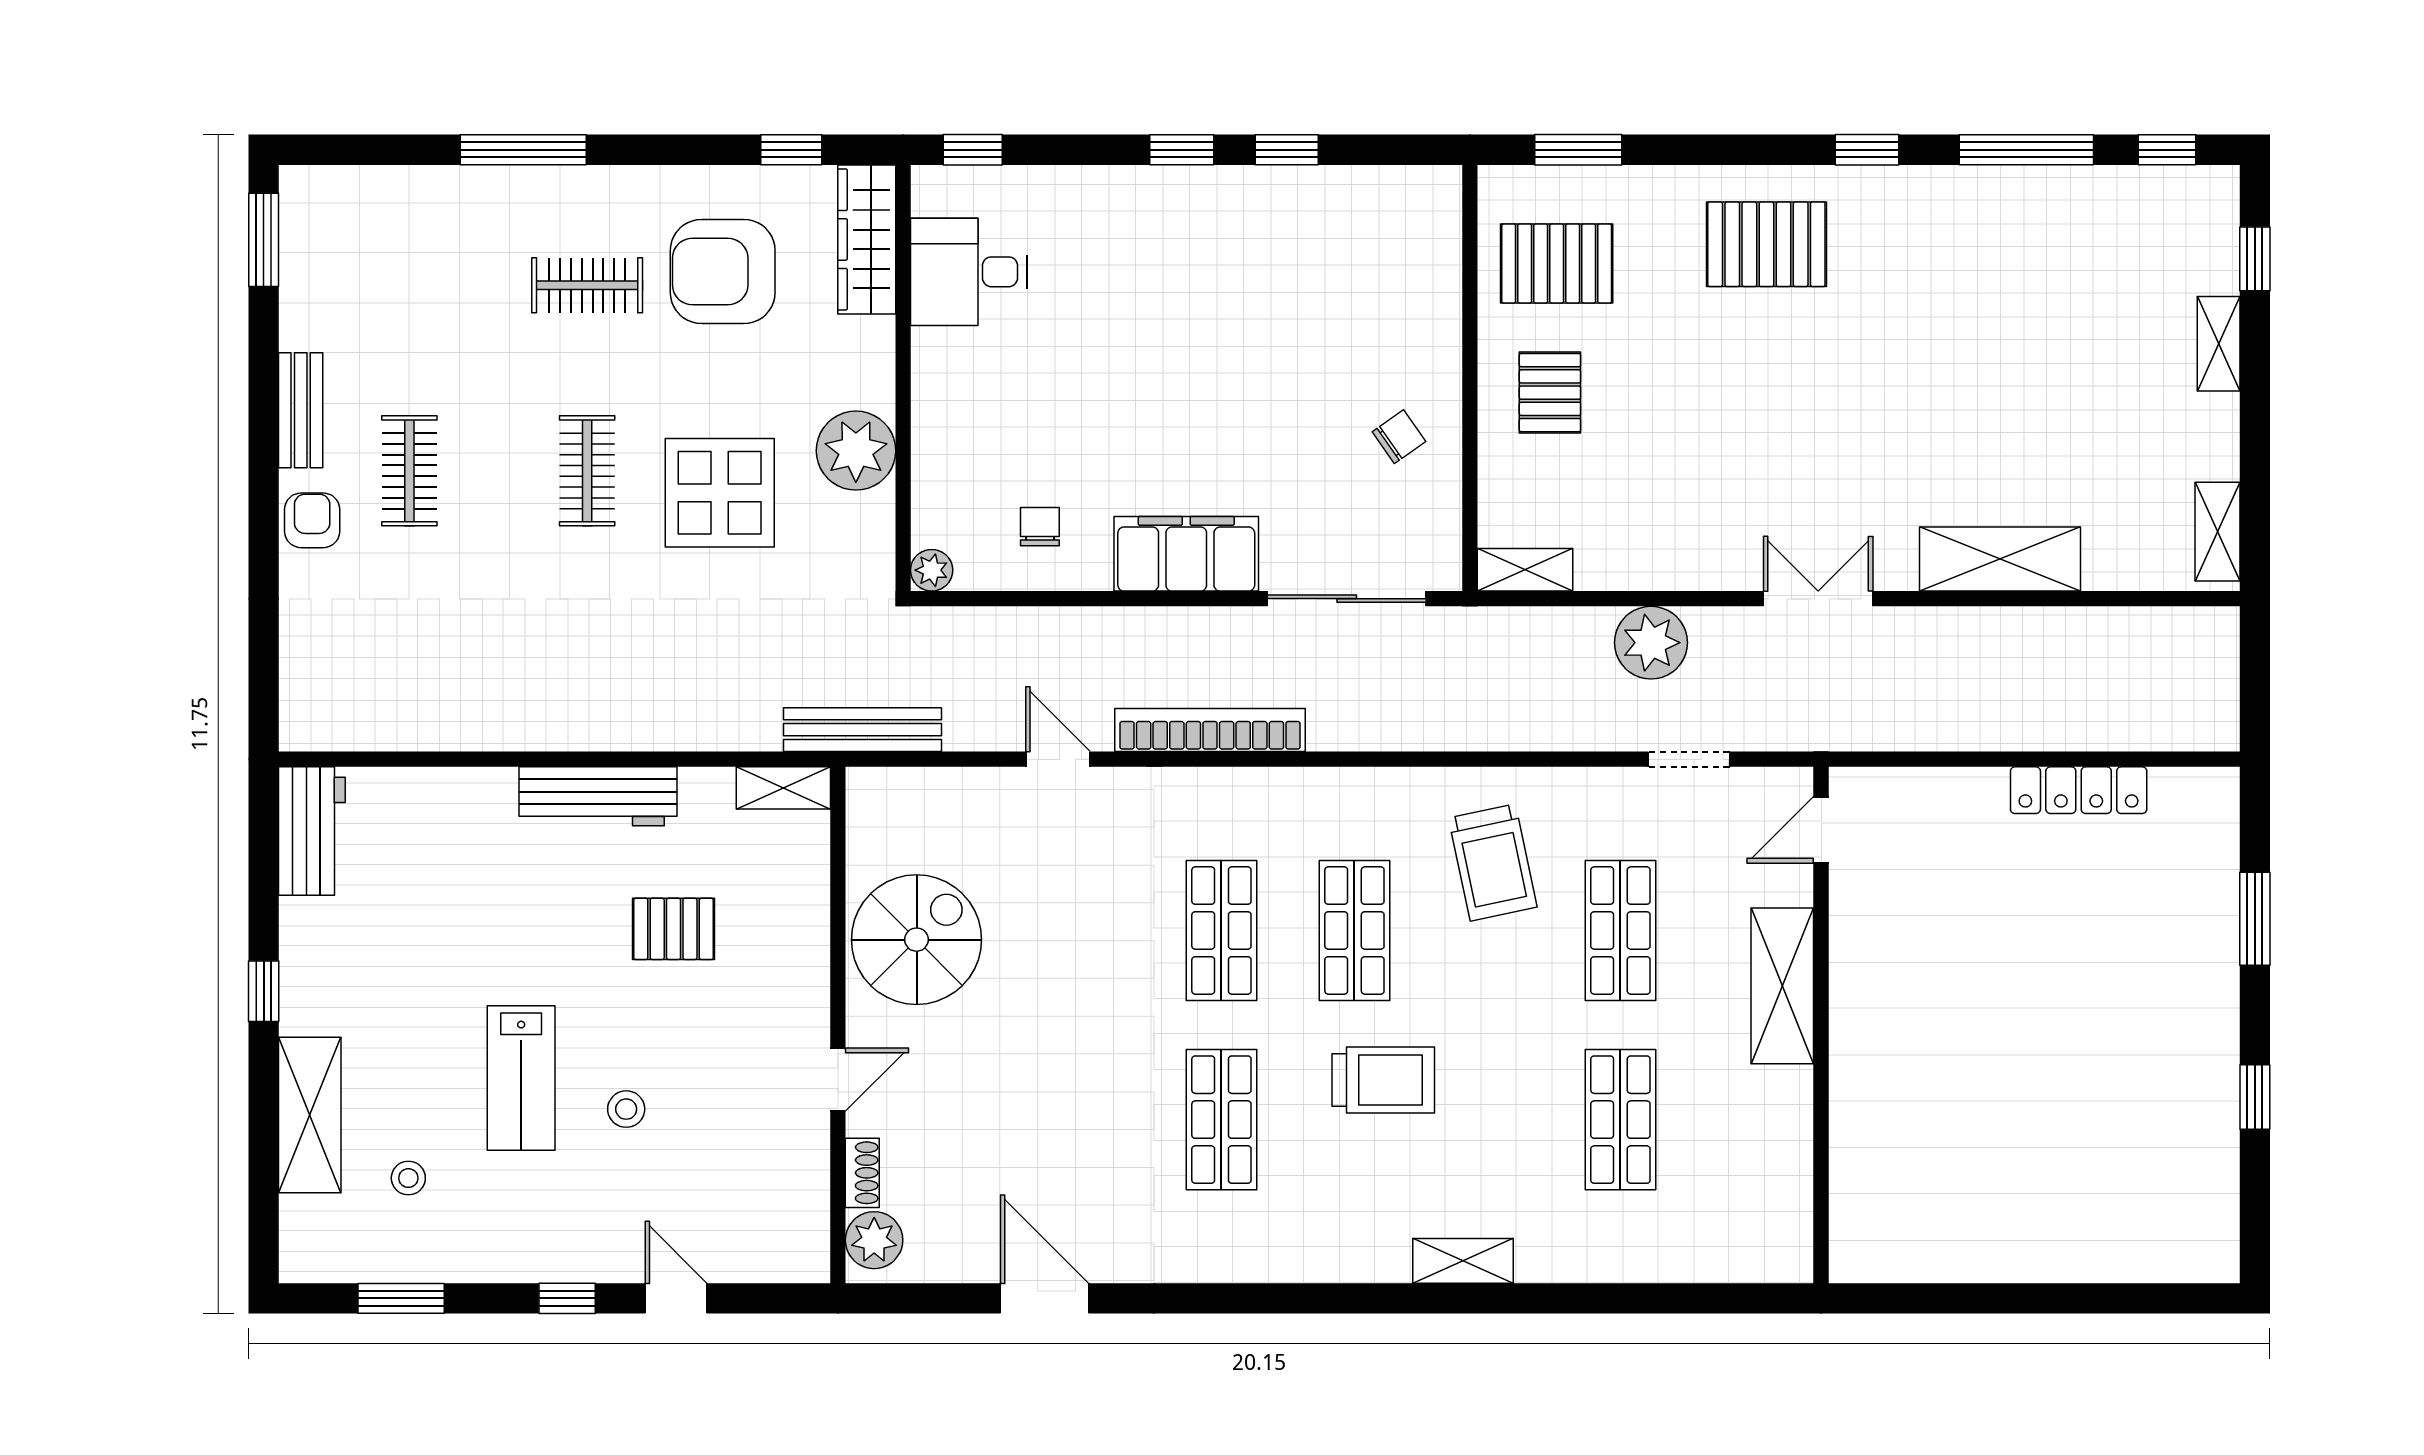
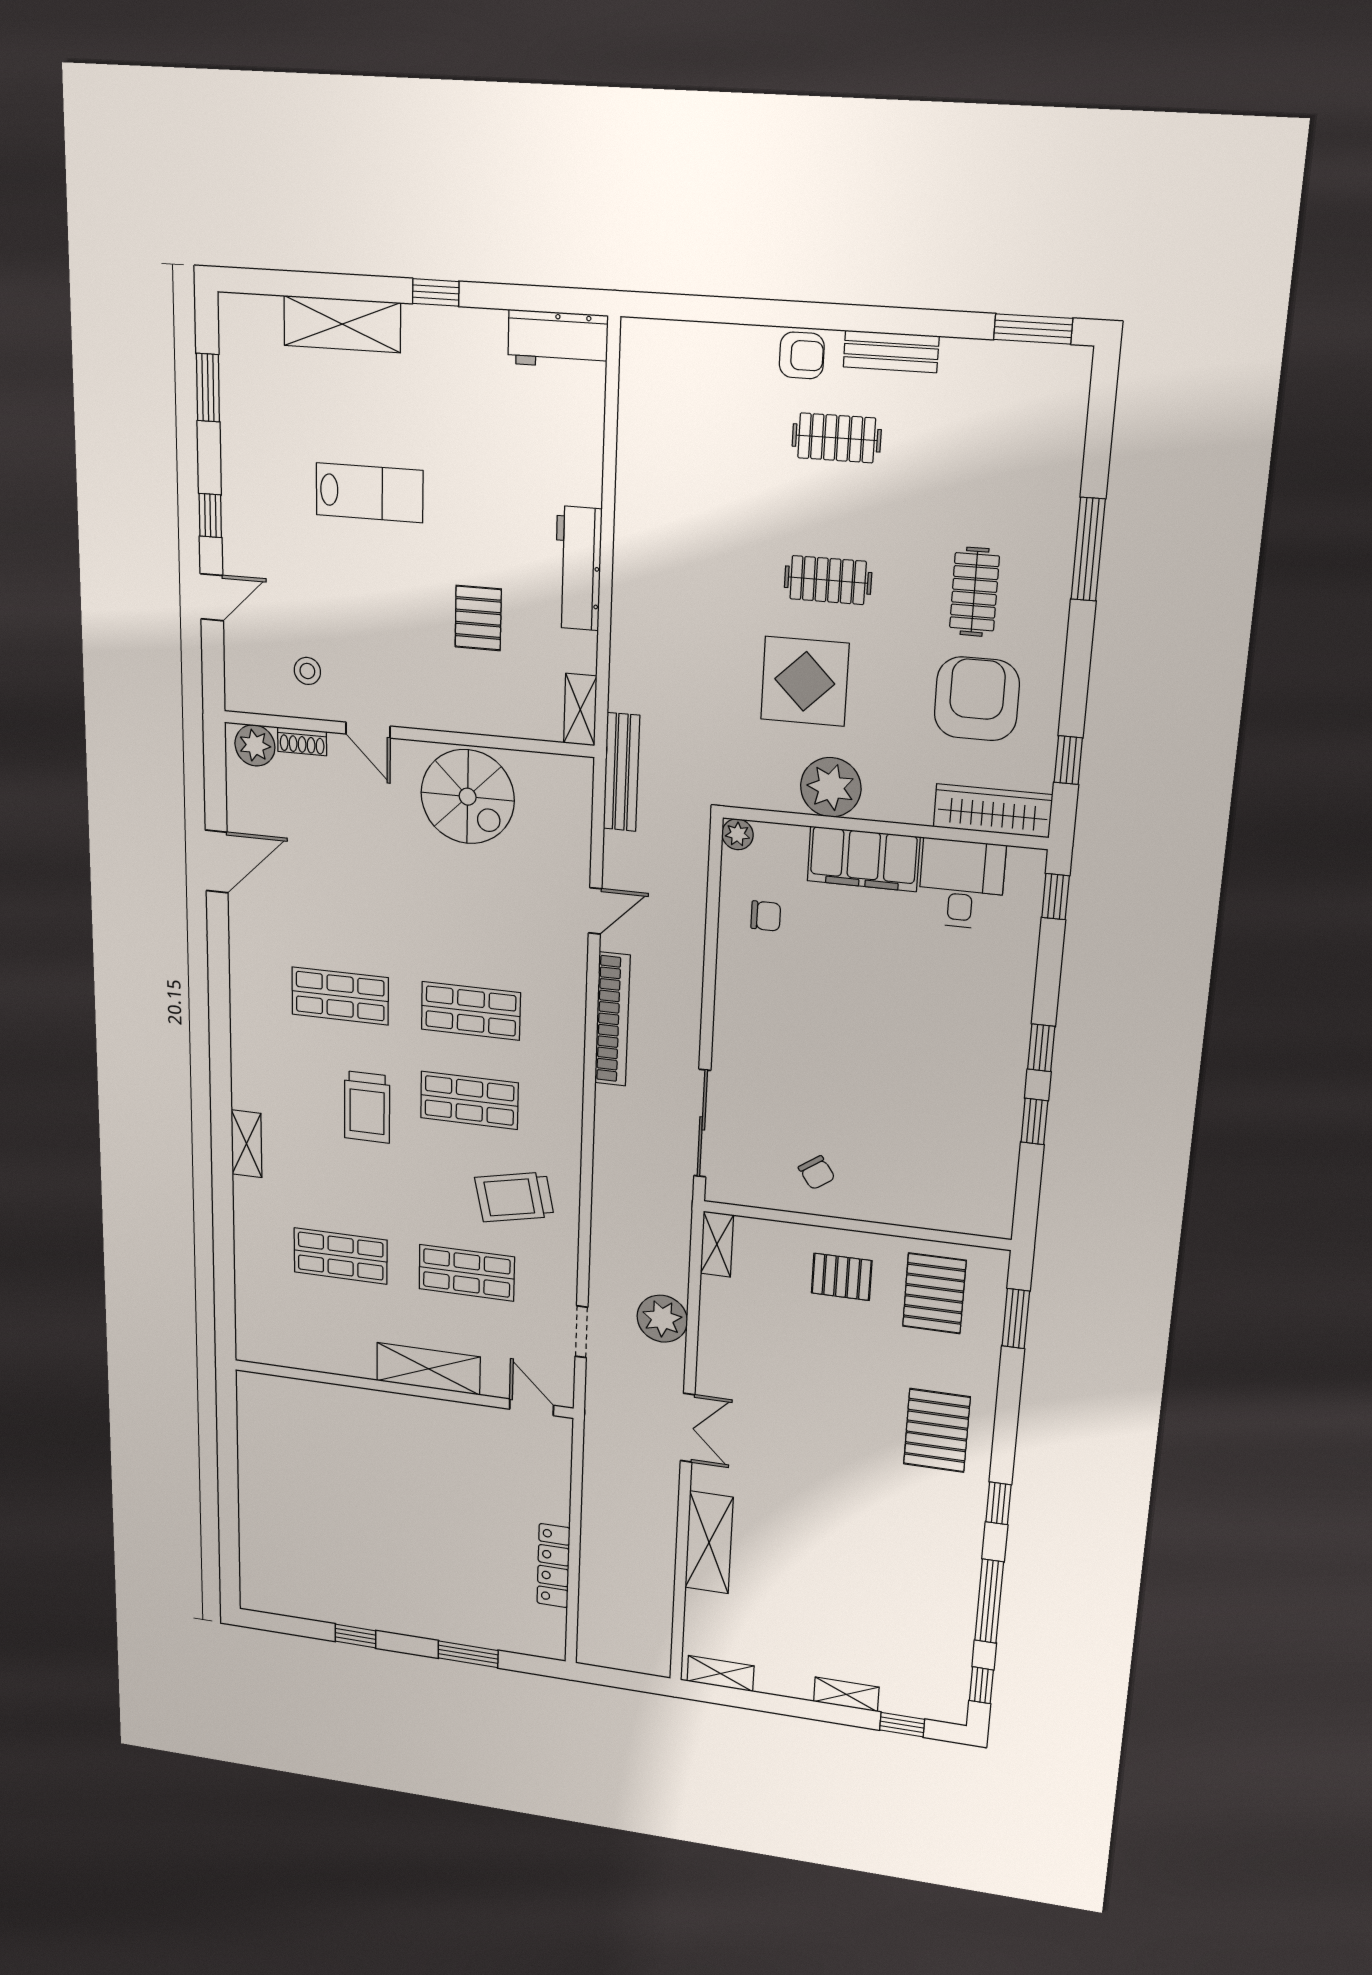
filing cabinet: (1186, 554) -> (863, 859), moved, turned 90
lab bench: (521, 1078) -> (370, 493), turned 180
stool: (626, 1109) -> (307, 671), moved
stool: (408, 1178) -> (296, 399), removed

